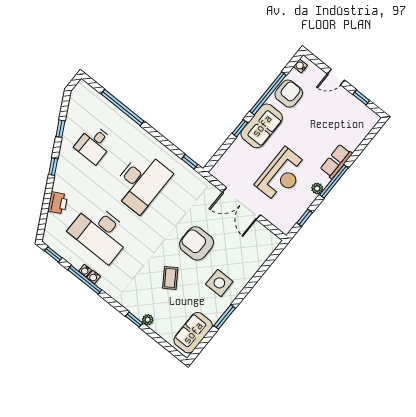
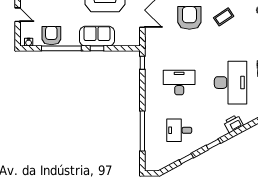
armchair: (289, 94) -> (51, 36), turned 90
sofa: (262, 126) -> (97, 36), moved
desk: (94, 144) -> (179, 130), turned 180
desk: (141, 182) -> (179, 83), width x0.73, depth x0.77
armchair: (197, 243) -> (189, 18), turned 180

